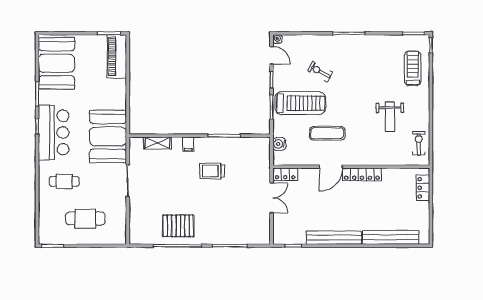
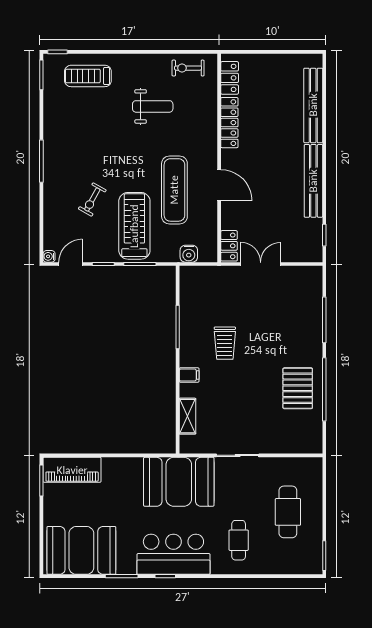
exercise mat: (327, 133) -> (174, 190), width x1.36, depth x1.45
locker: (362, 174) -> (229, 123), moved
locker: (423, 188) -> (230, 78), moved, turned -90

